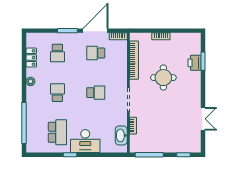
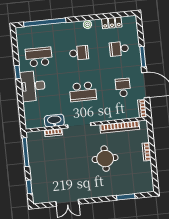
printer: (194, 63) -> (123, 188), removed
school desk: (96, 93) -> (83, 92), width x1.85
school desk: (57, 132) -> (39, 57), turned 180
washbasin: (121, 135) -> (54, 121), moved

